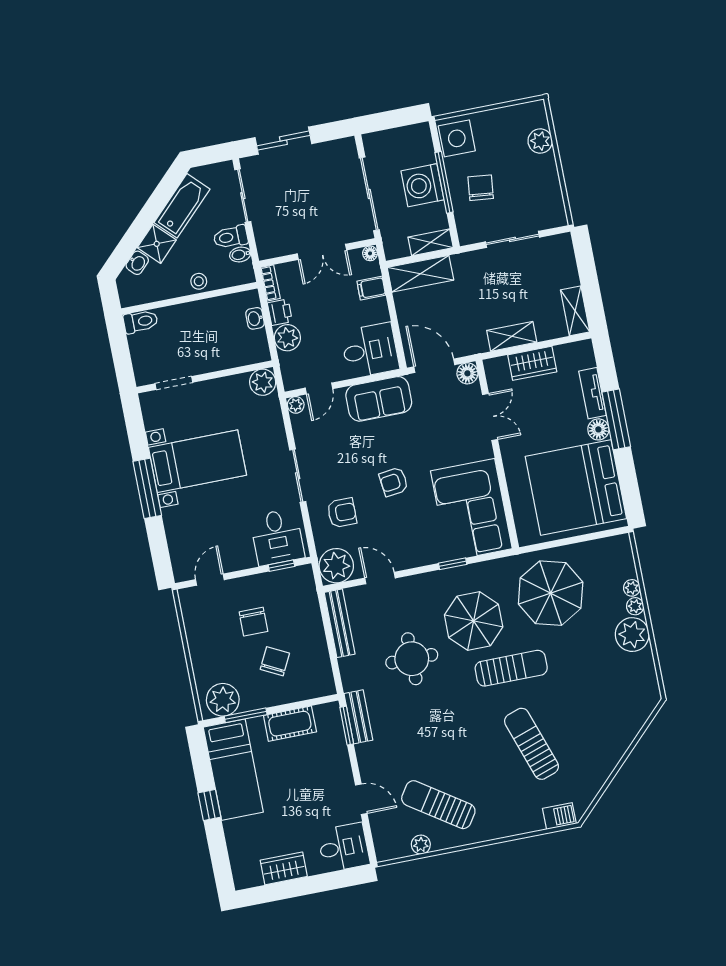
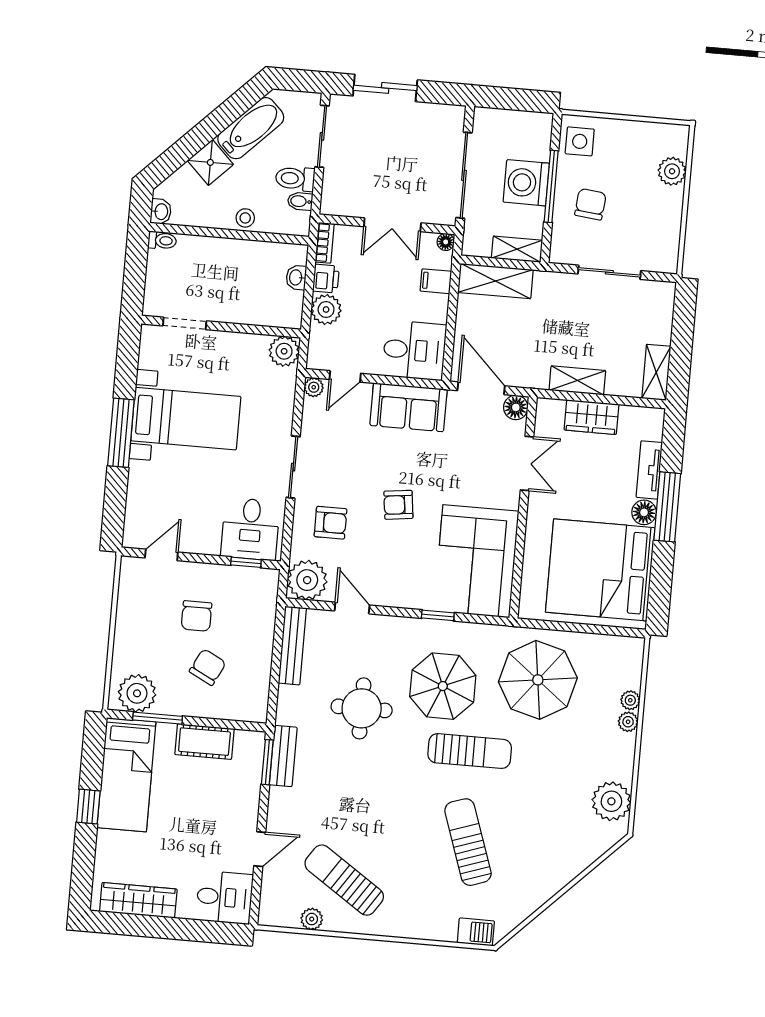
side table: (457, 138) -> (580, 141), width x0.73, depth x0.73
washbasin: (137, 263) -> (161, 212), moved, turned -45
toilet: (141, 322) -> (162, 241), width x0.73, depth x0.72
plant: (632, 635) -> (611, 801), moved
door: (361, 799) -> (260, 849), hinge flipped
wardrobe: (284, 868) -> (138, 900), width x1.50

